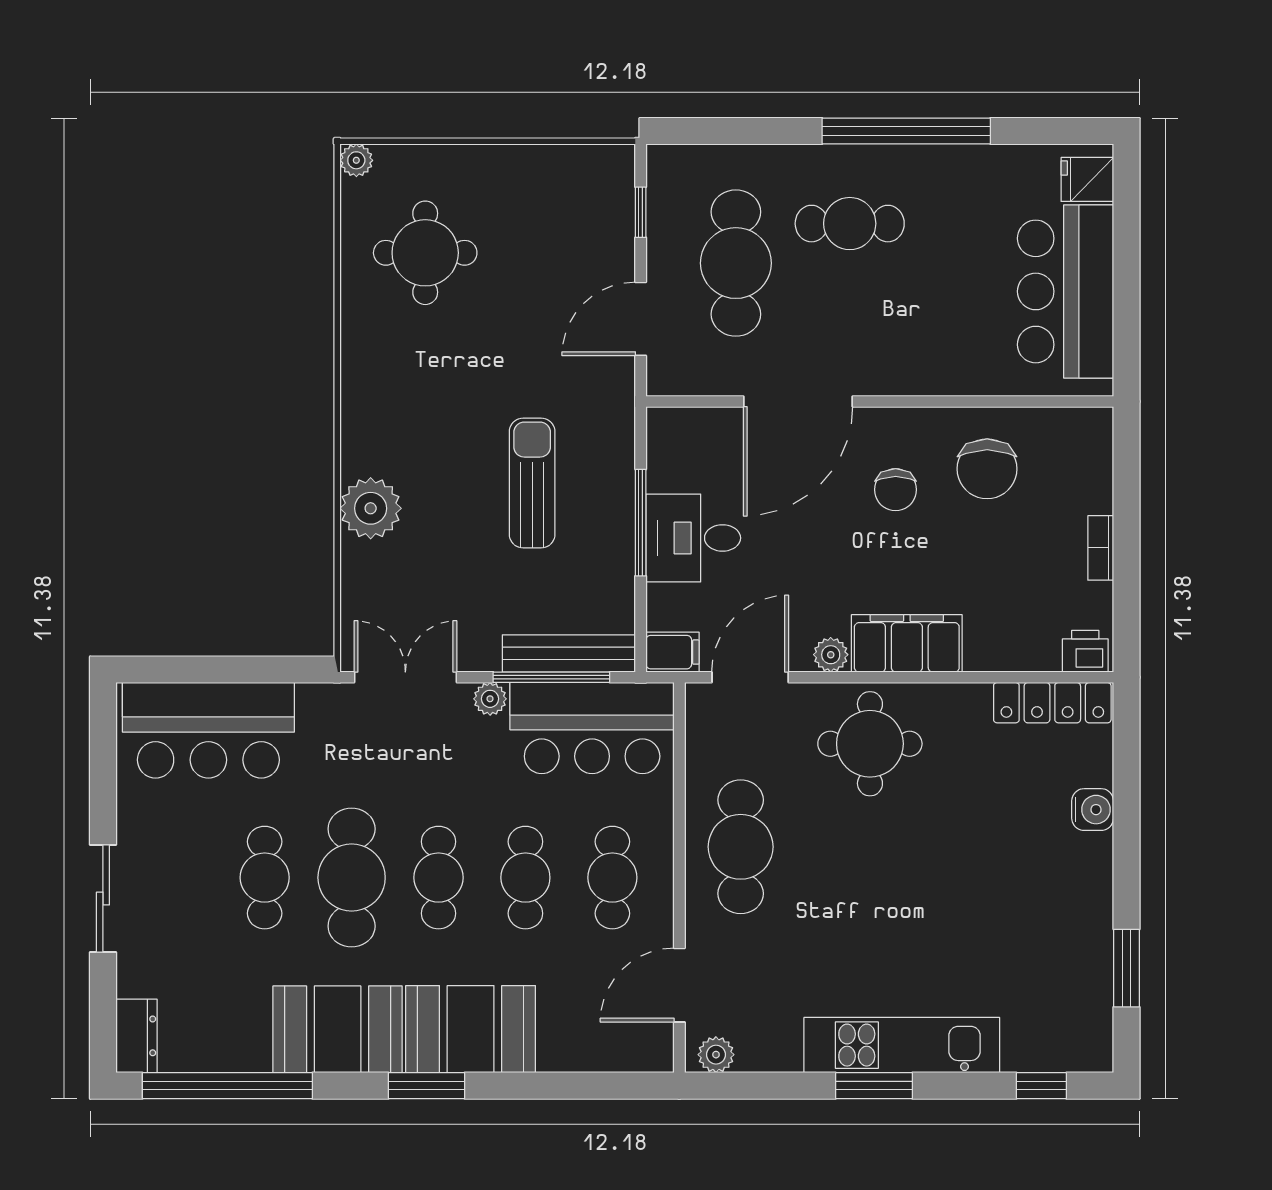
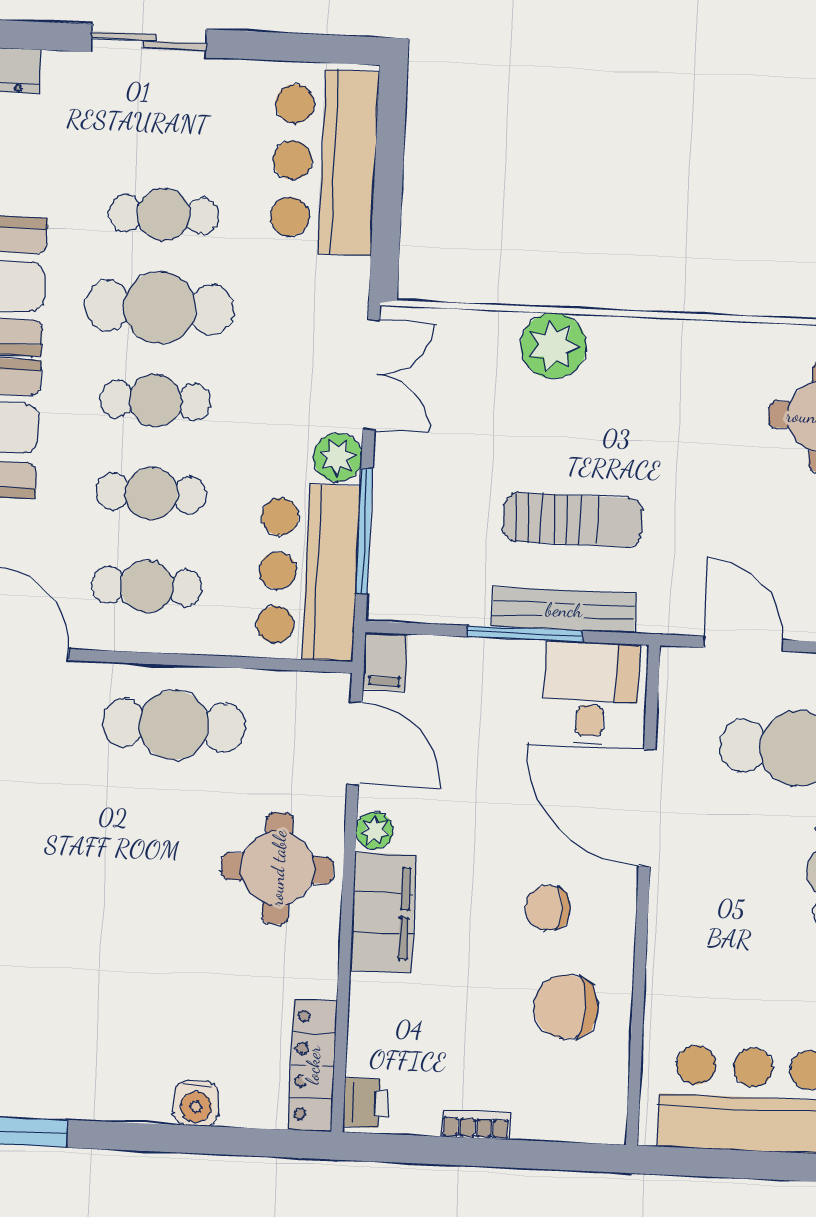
desk: (693, 538) -> (591, 693), moved
bench: (569, 653) -> (564, 610), moved, turned 90
plant: (490, 699) -> (338, 457), width x1.38, depth x1.38

